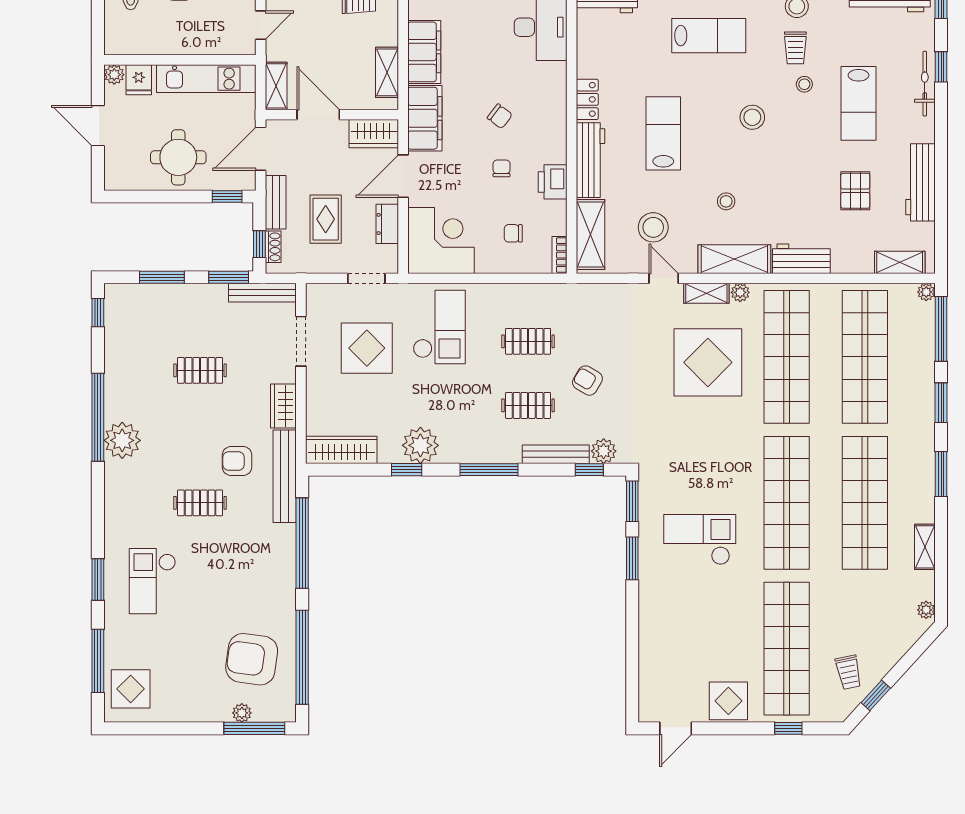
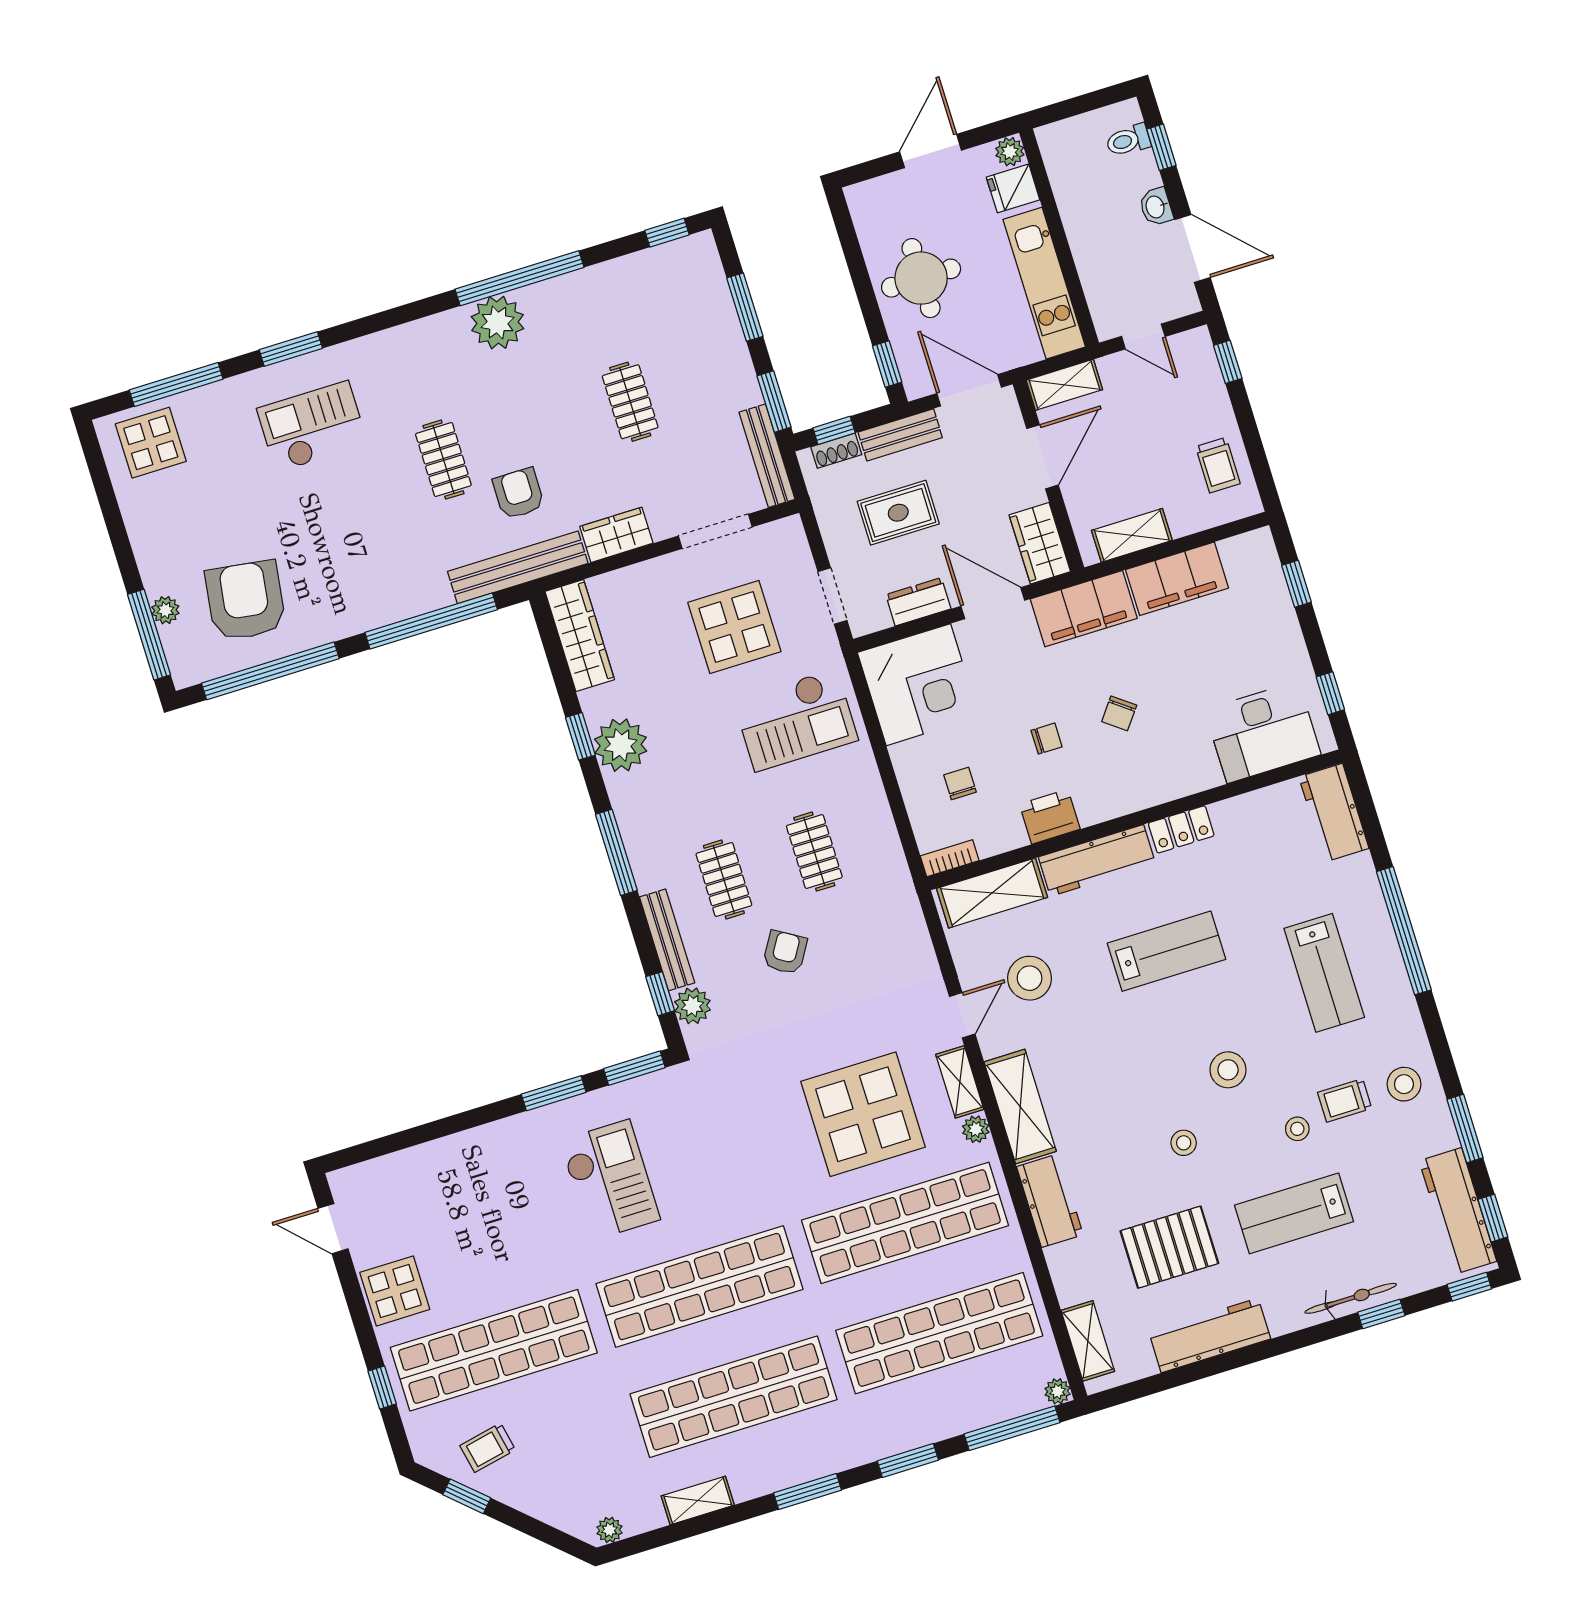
pallet: (855, 191) -> (1169, 1247), width x1.50, depth x1.42
stool: (726, 201) -> (1184, 1143), moved

